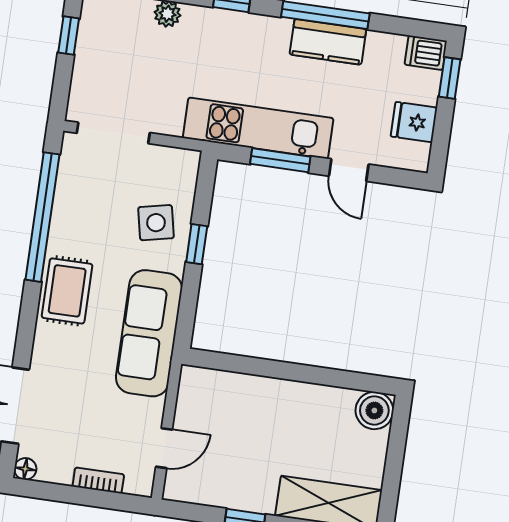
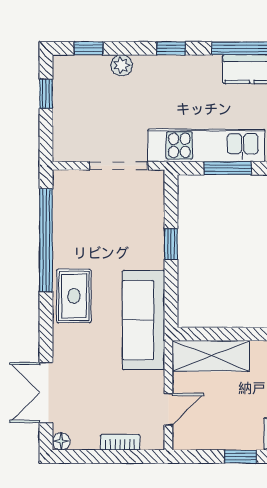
doorway: (113, 133) -> (119, 166), moved
side table: (156, 223) -> (136, 232), removed
shelving: (226, 390) -> (211, 356), added

